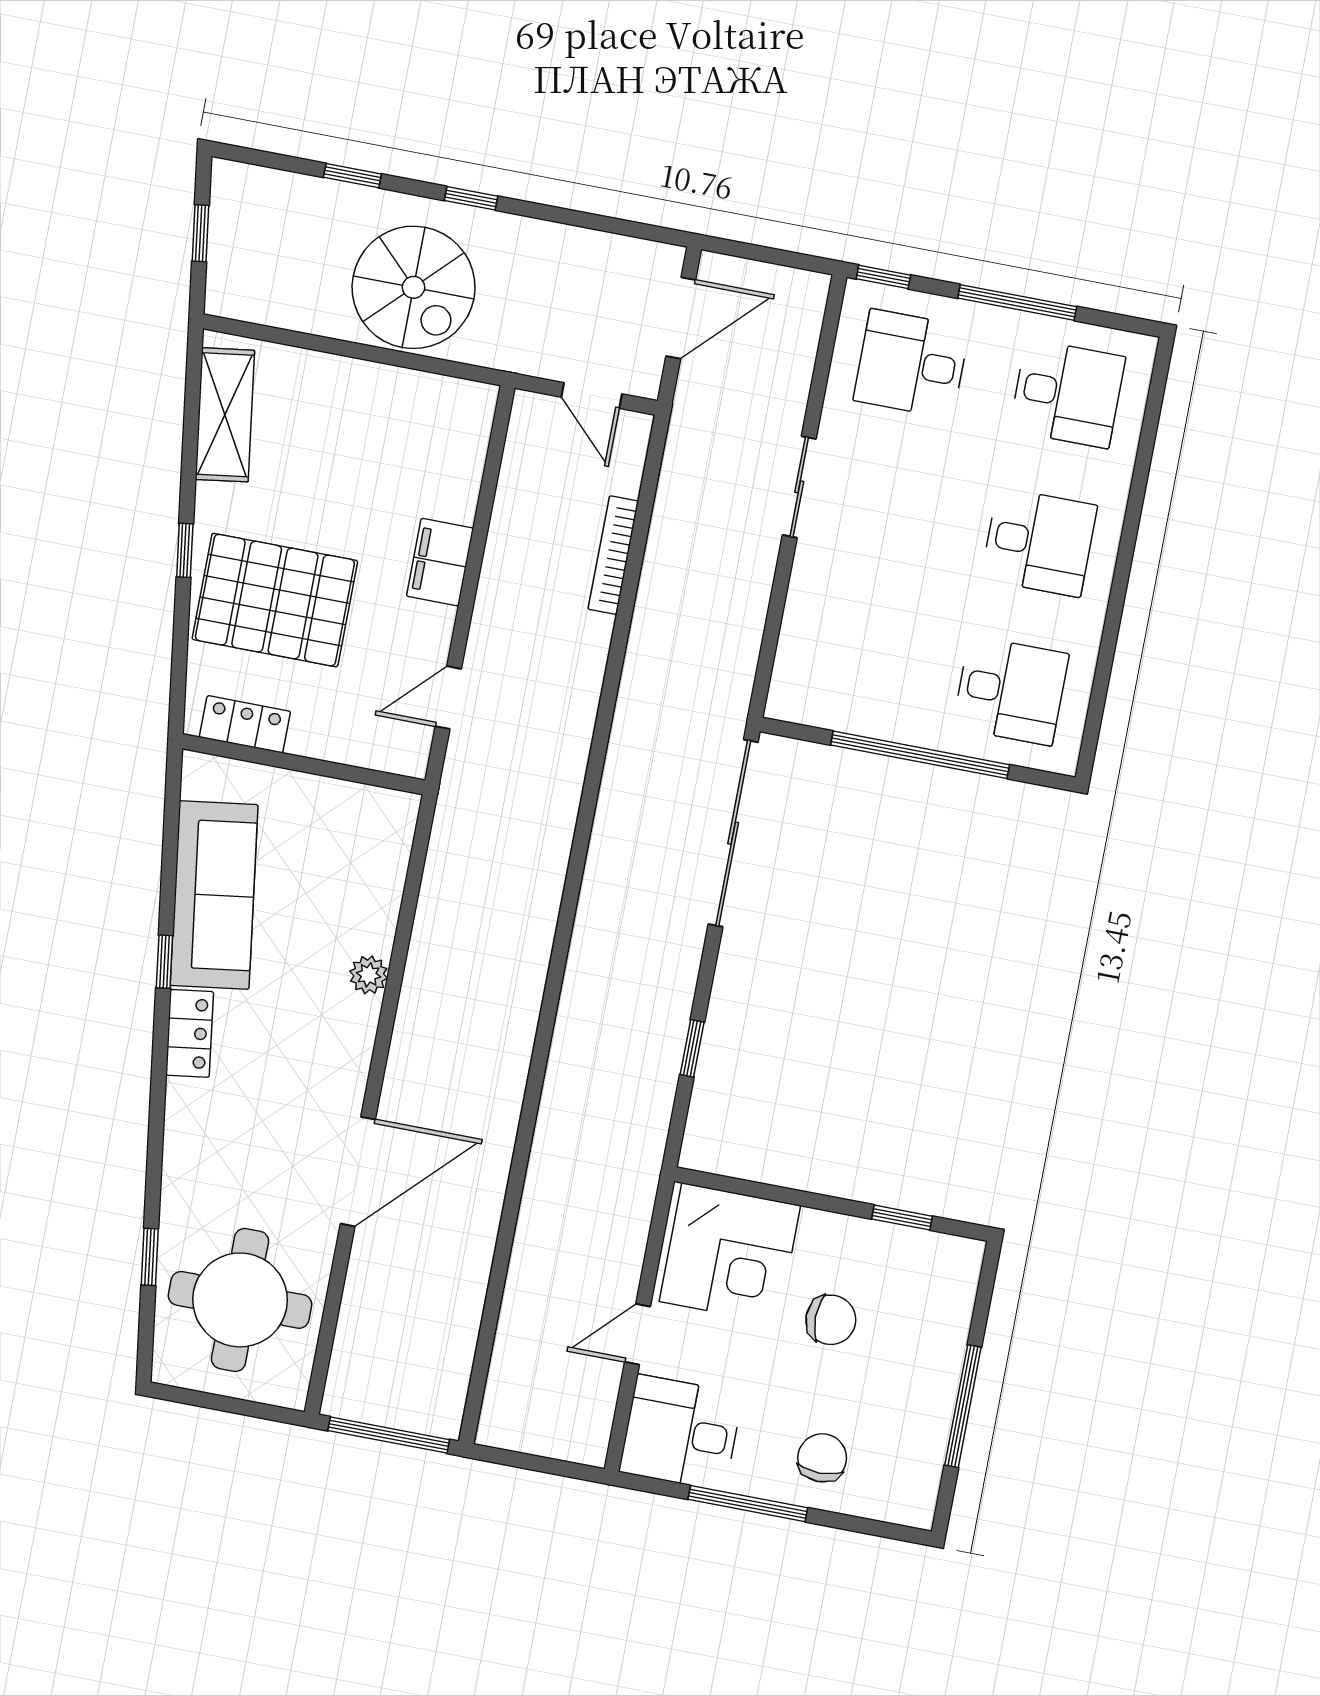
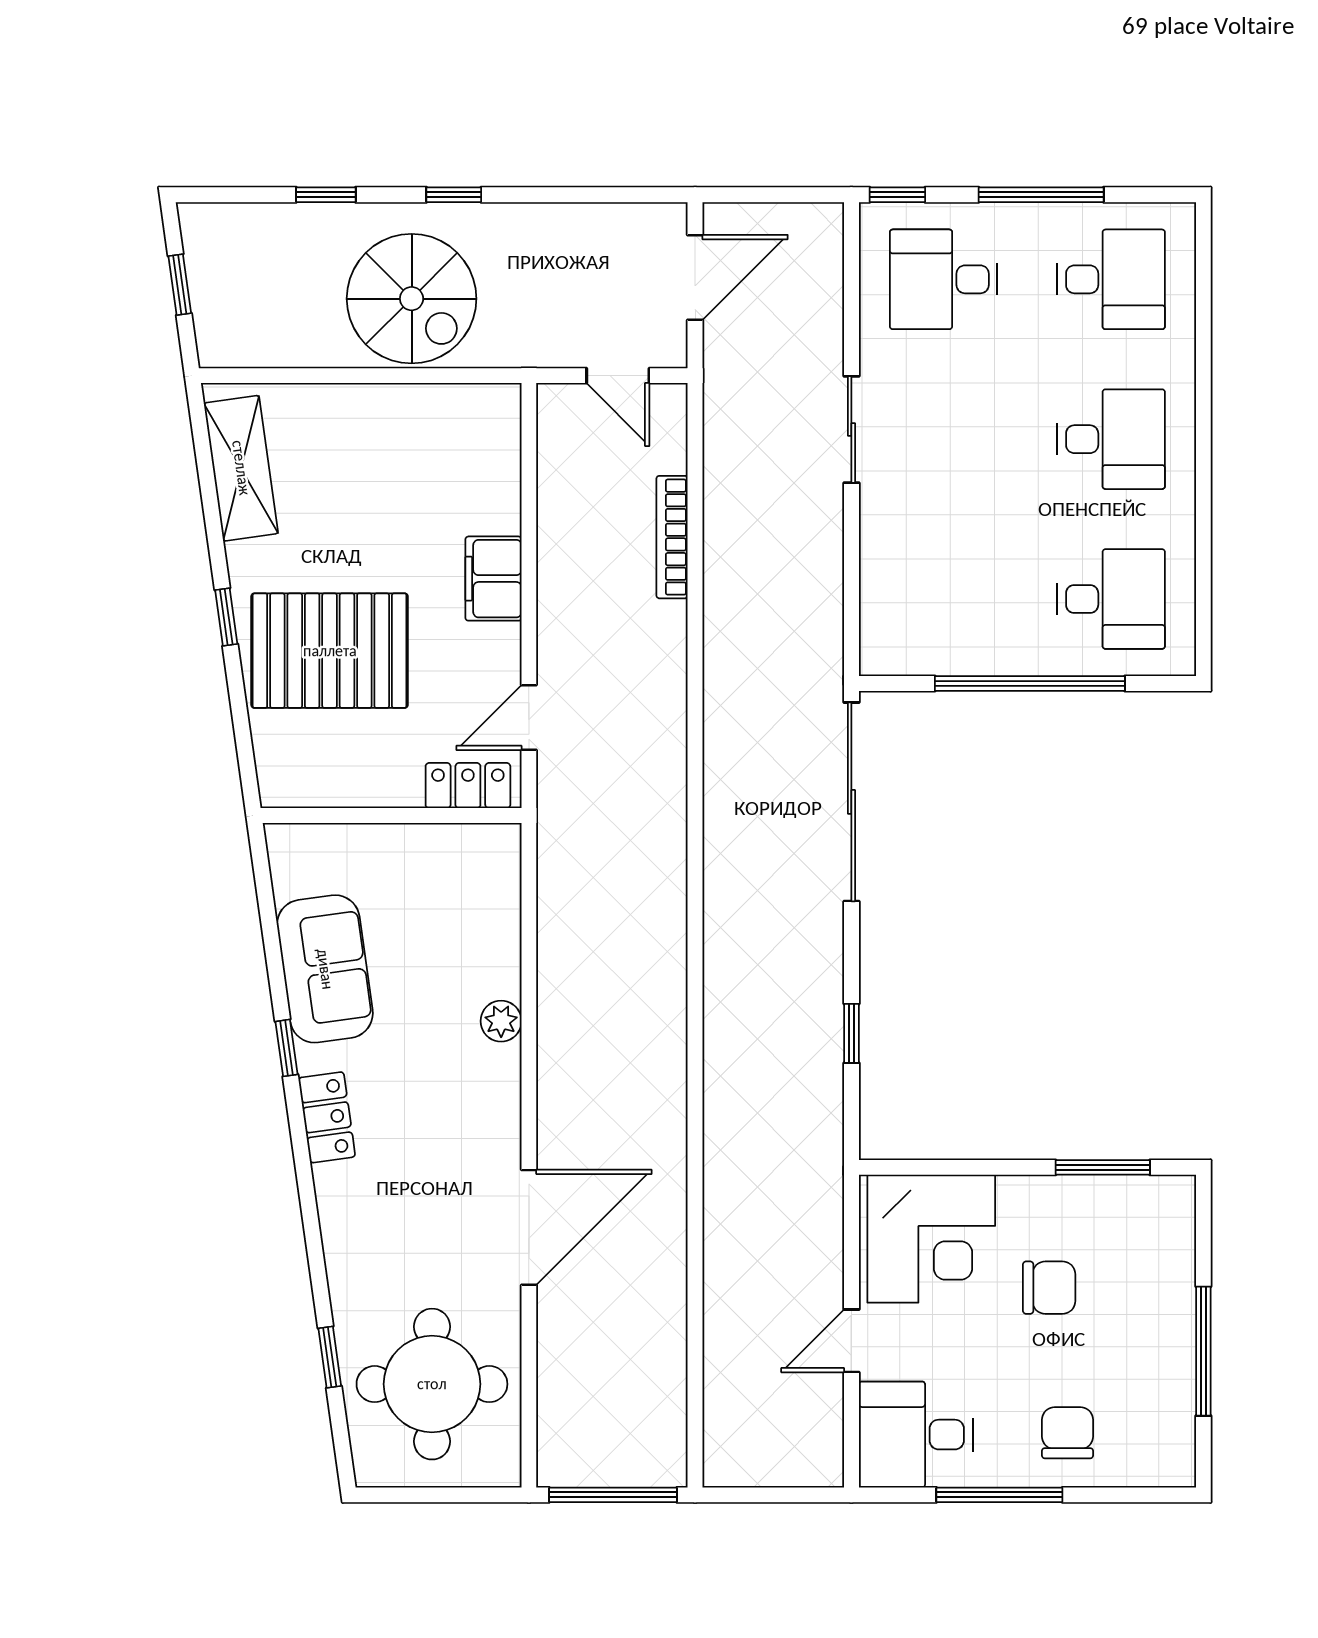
locker: (245, 724) -> (468, 786), moved
sofa: (214, 895) -> (325, 969), width x0.73
window: (902, 1218) -> (1103, 1167), width x1.50

